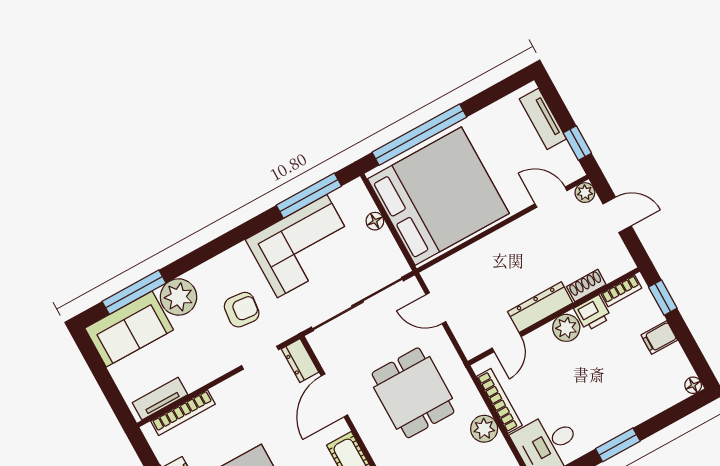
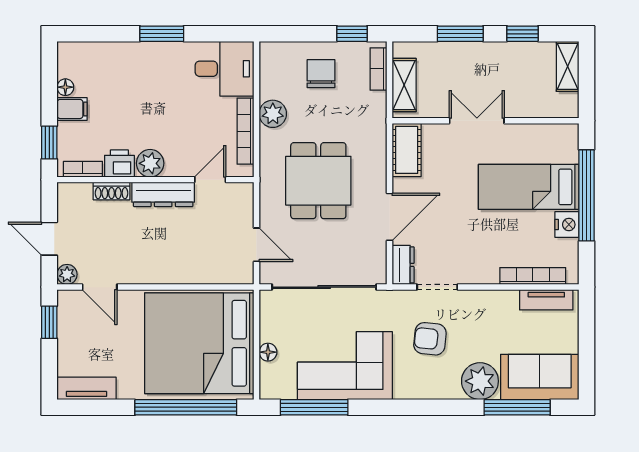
tv unit: (543, 119) -> (87, 388), moved, turned -90
floor lamp: (693, 385) -> (65, 87), moved

